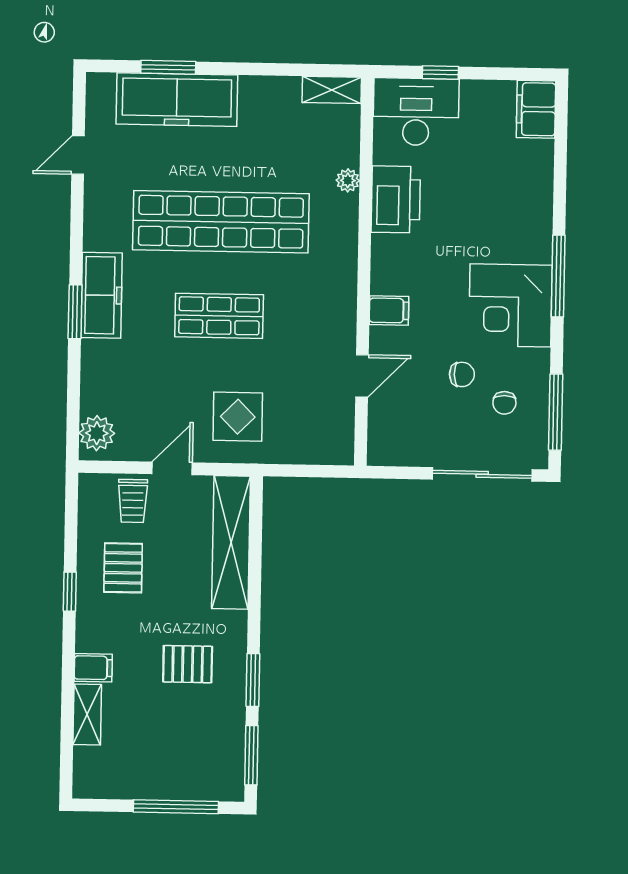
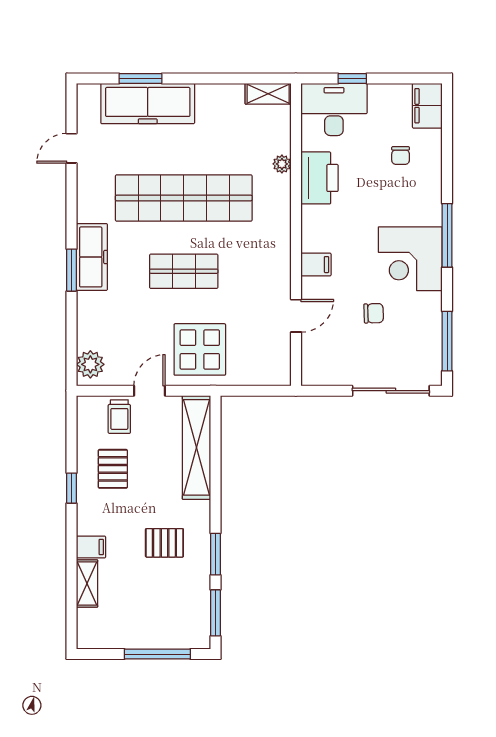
chair: (504, 403) -> (401, 156), moved
display table: (238, 417) -> (200, 349), width x1.36, depth x1.36

